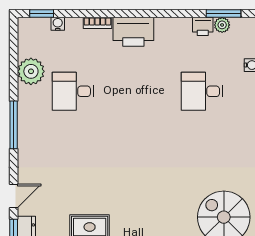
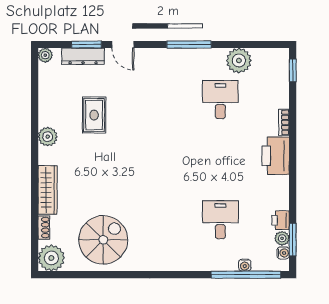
water cooler: (58, 24) -> (283, 253), moved

